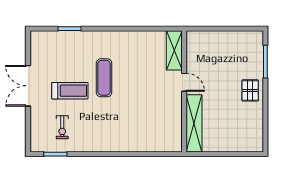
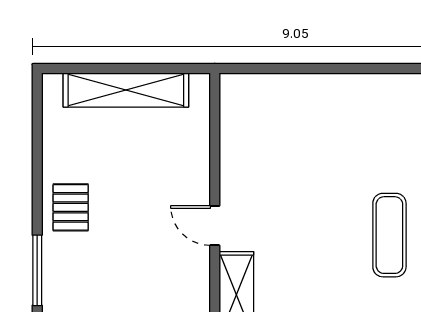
shelving: (194, 123) -> (126, 90), moved, turned 90

